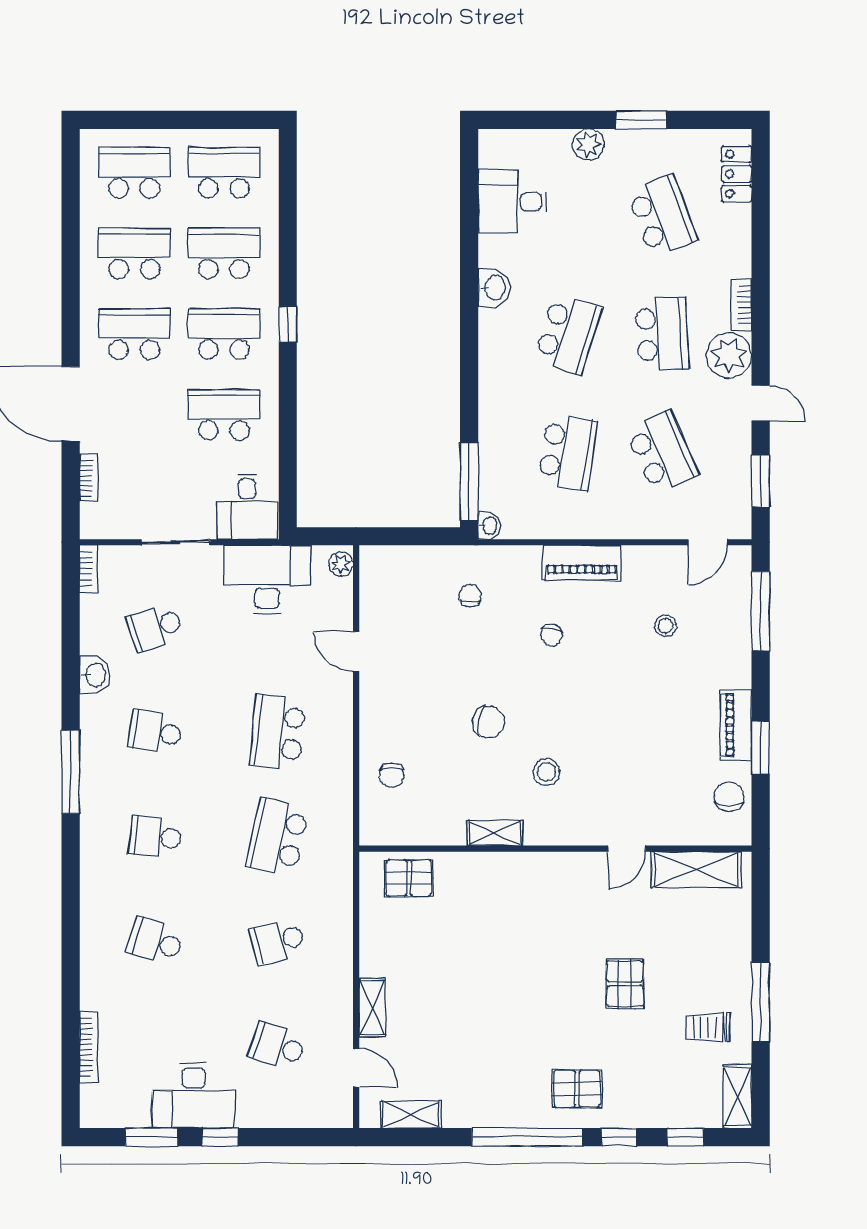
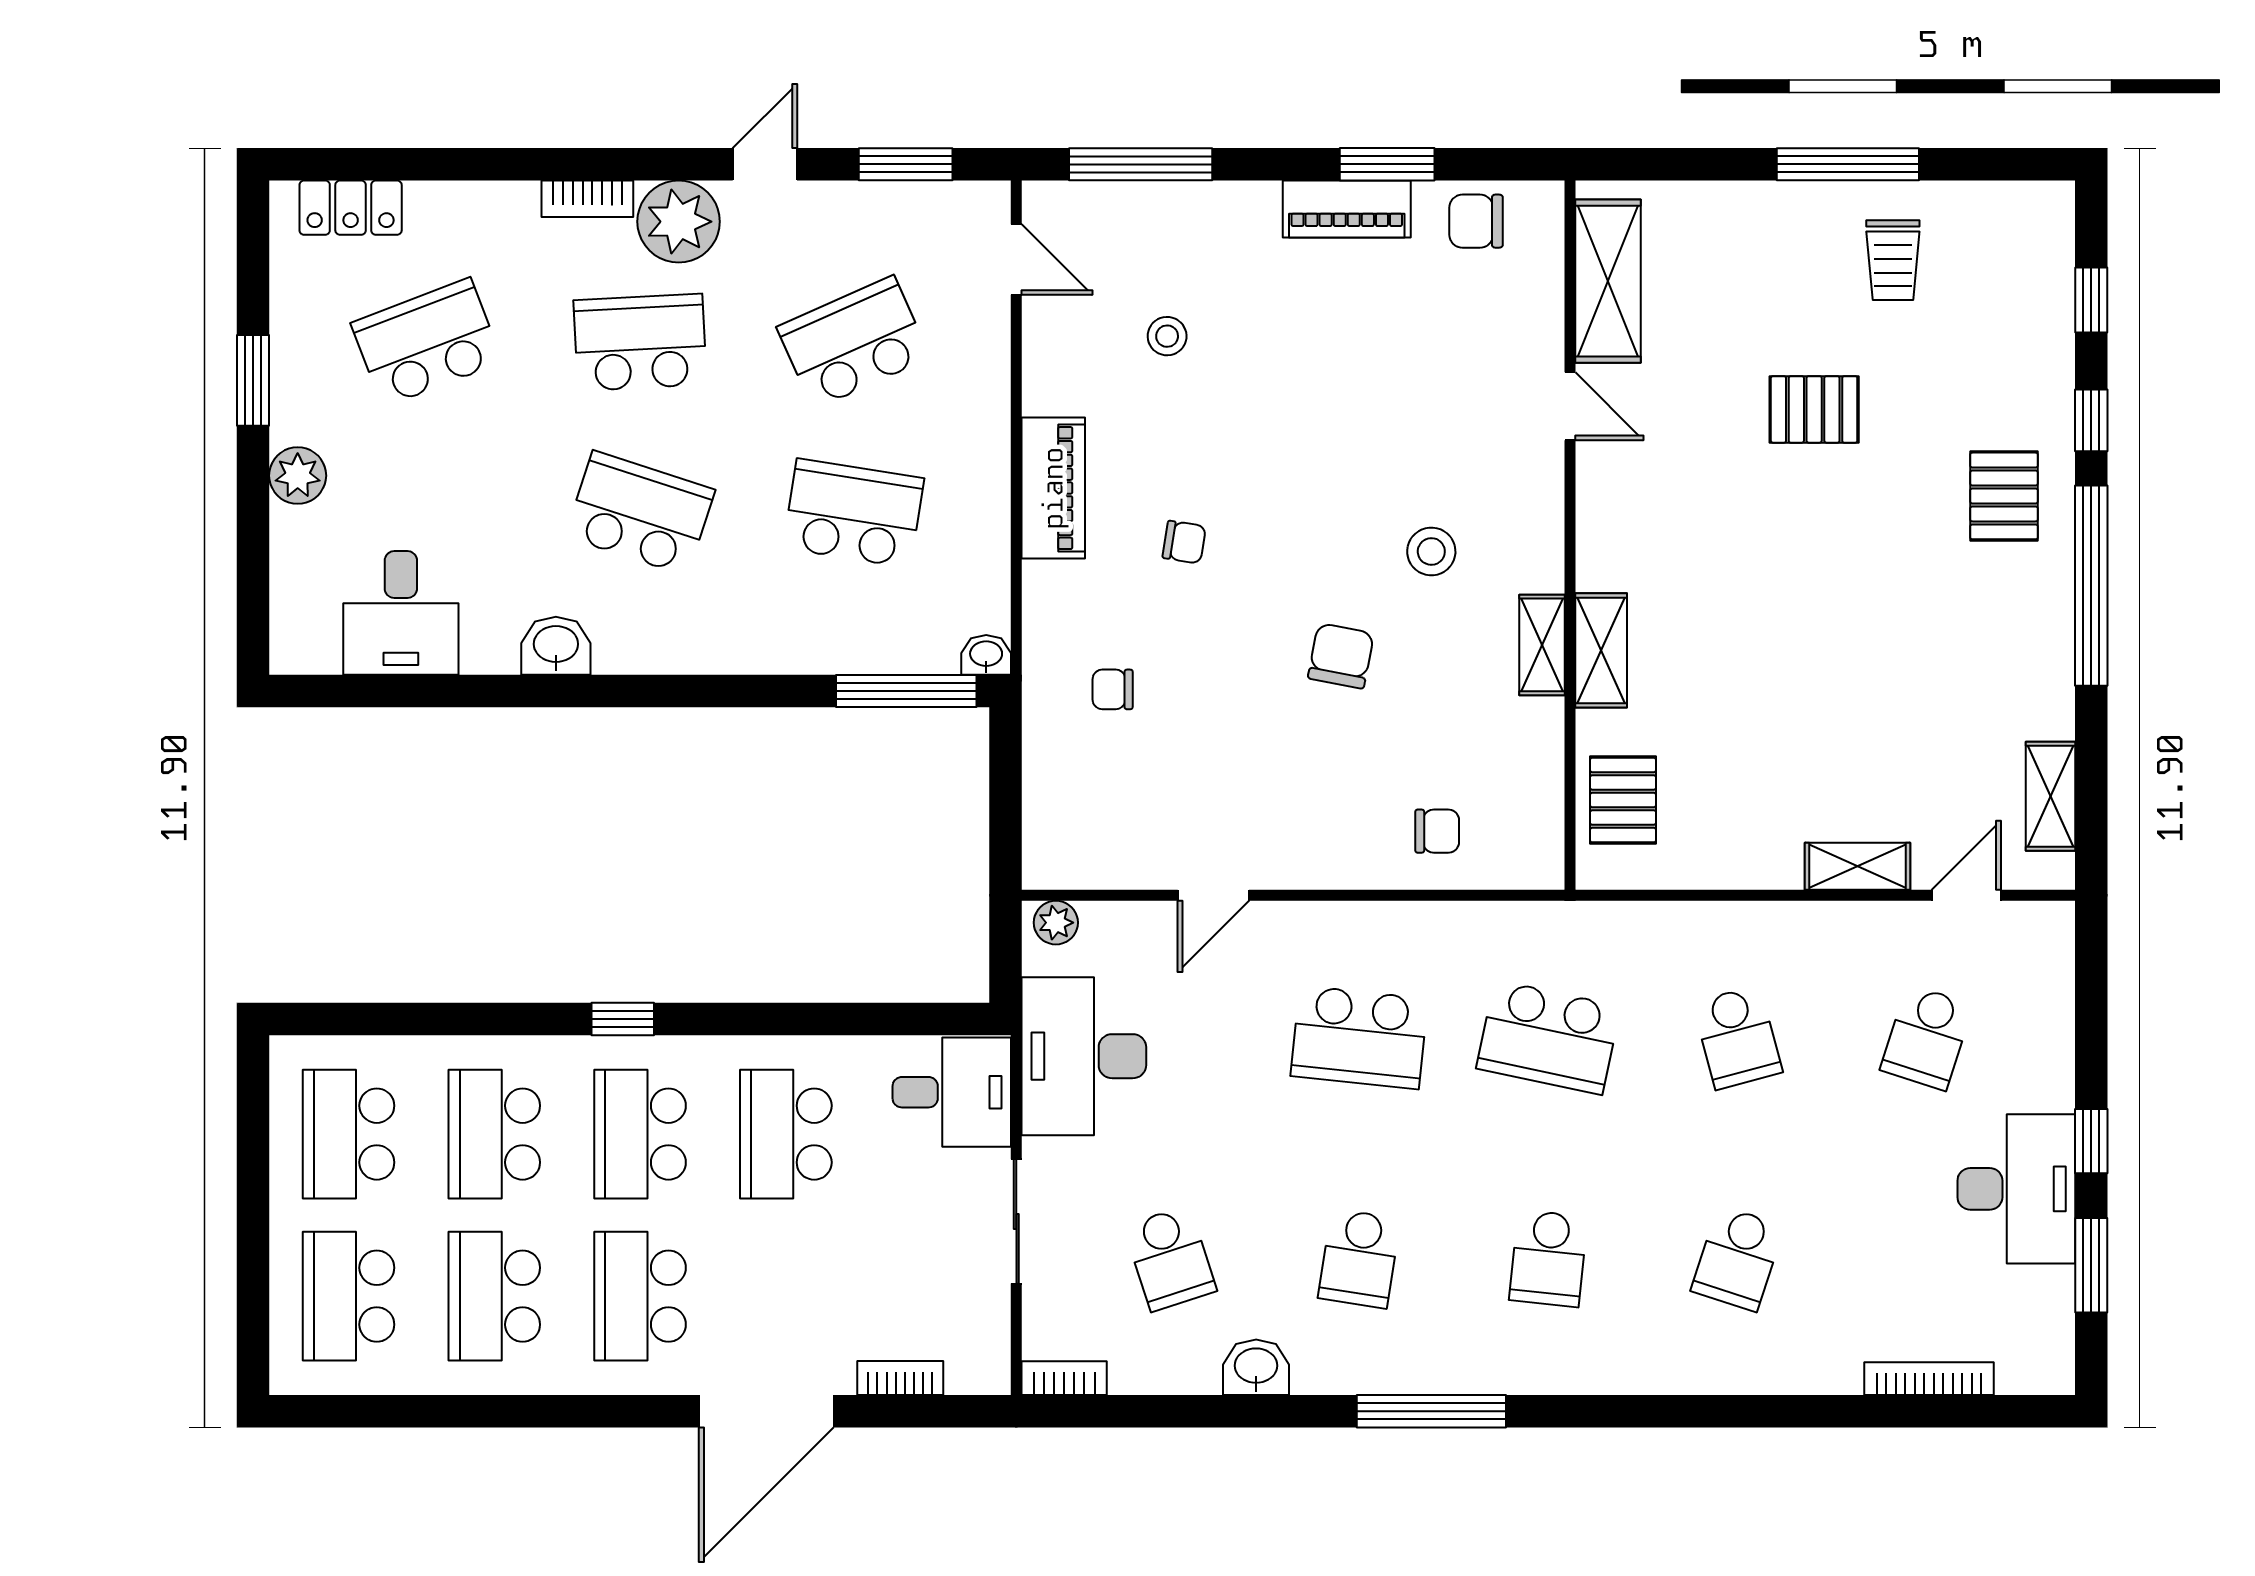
shelving: (737, 1097) -> (1601, 650), moved, turned 90

